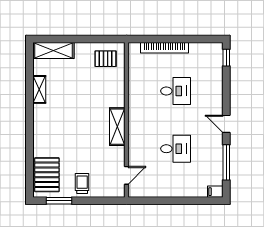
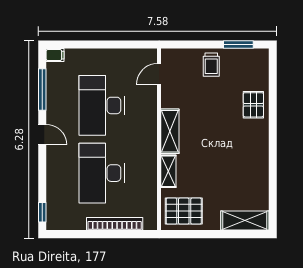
pallet: (106, 59) -> (184, 211), width x1.50, depth x1.42
shelving: (39, 89) -> (168, 171), moved
desk: (176, 91) -> (102, 173), width x1.87, depth x1.30
desk: (176, 149) -> (102, 105), width x1.87, depth x1.30
pallet: (47, 175) -> (253, 105), moved, width x0.67, depth x0.71

